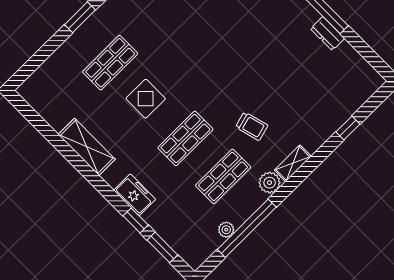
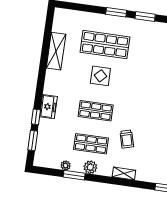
shop shelf: (110, 63) -> (105, 45), width x1.43, depth x1.36
shelving: (87, 147) -> (56, 51), moved
plant: (270, 183) -> (90, 167), moved
window: (247, 228) -> (74, 175), width x0.47

